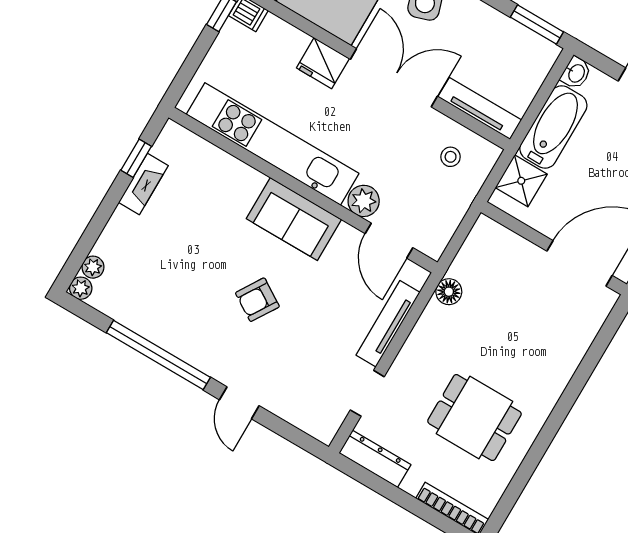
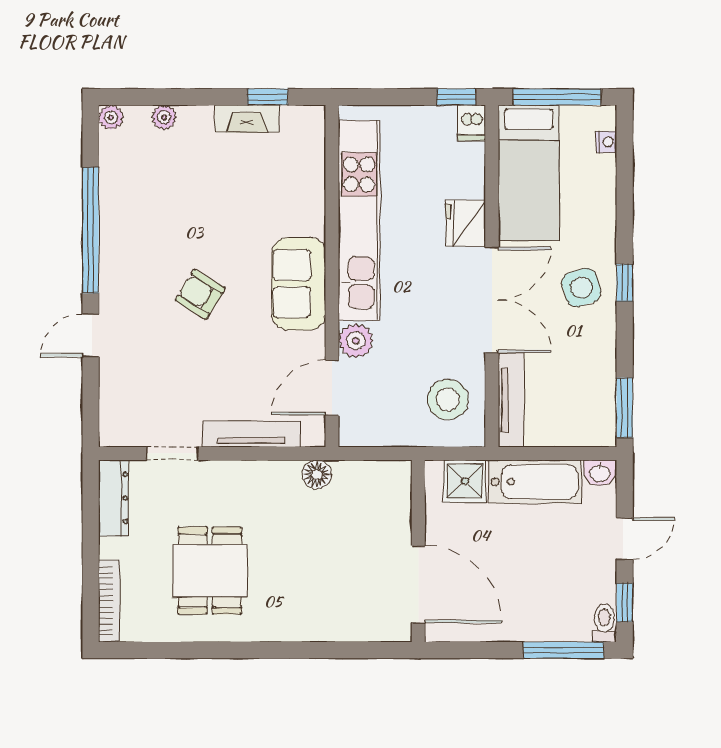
stool: (451, 157) -> (448, 399), width x1.89, depth x1.89
plant: (93, 267) -> (164, 117), moved

